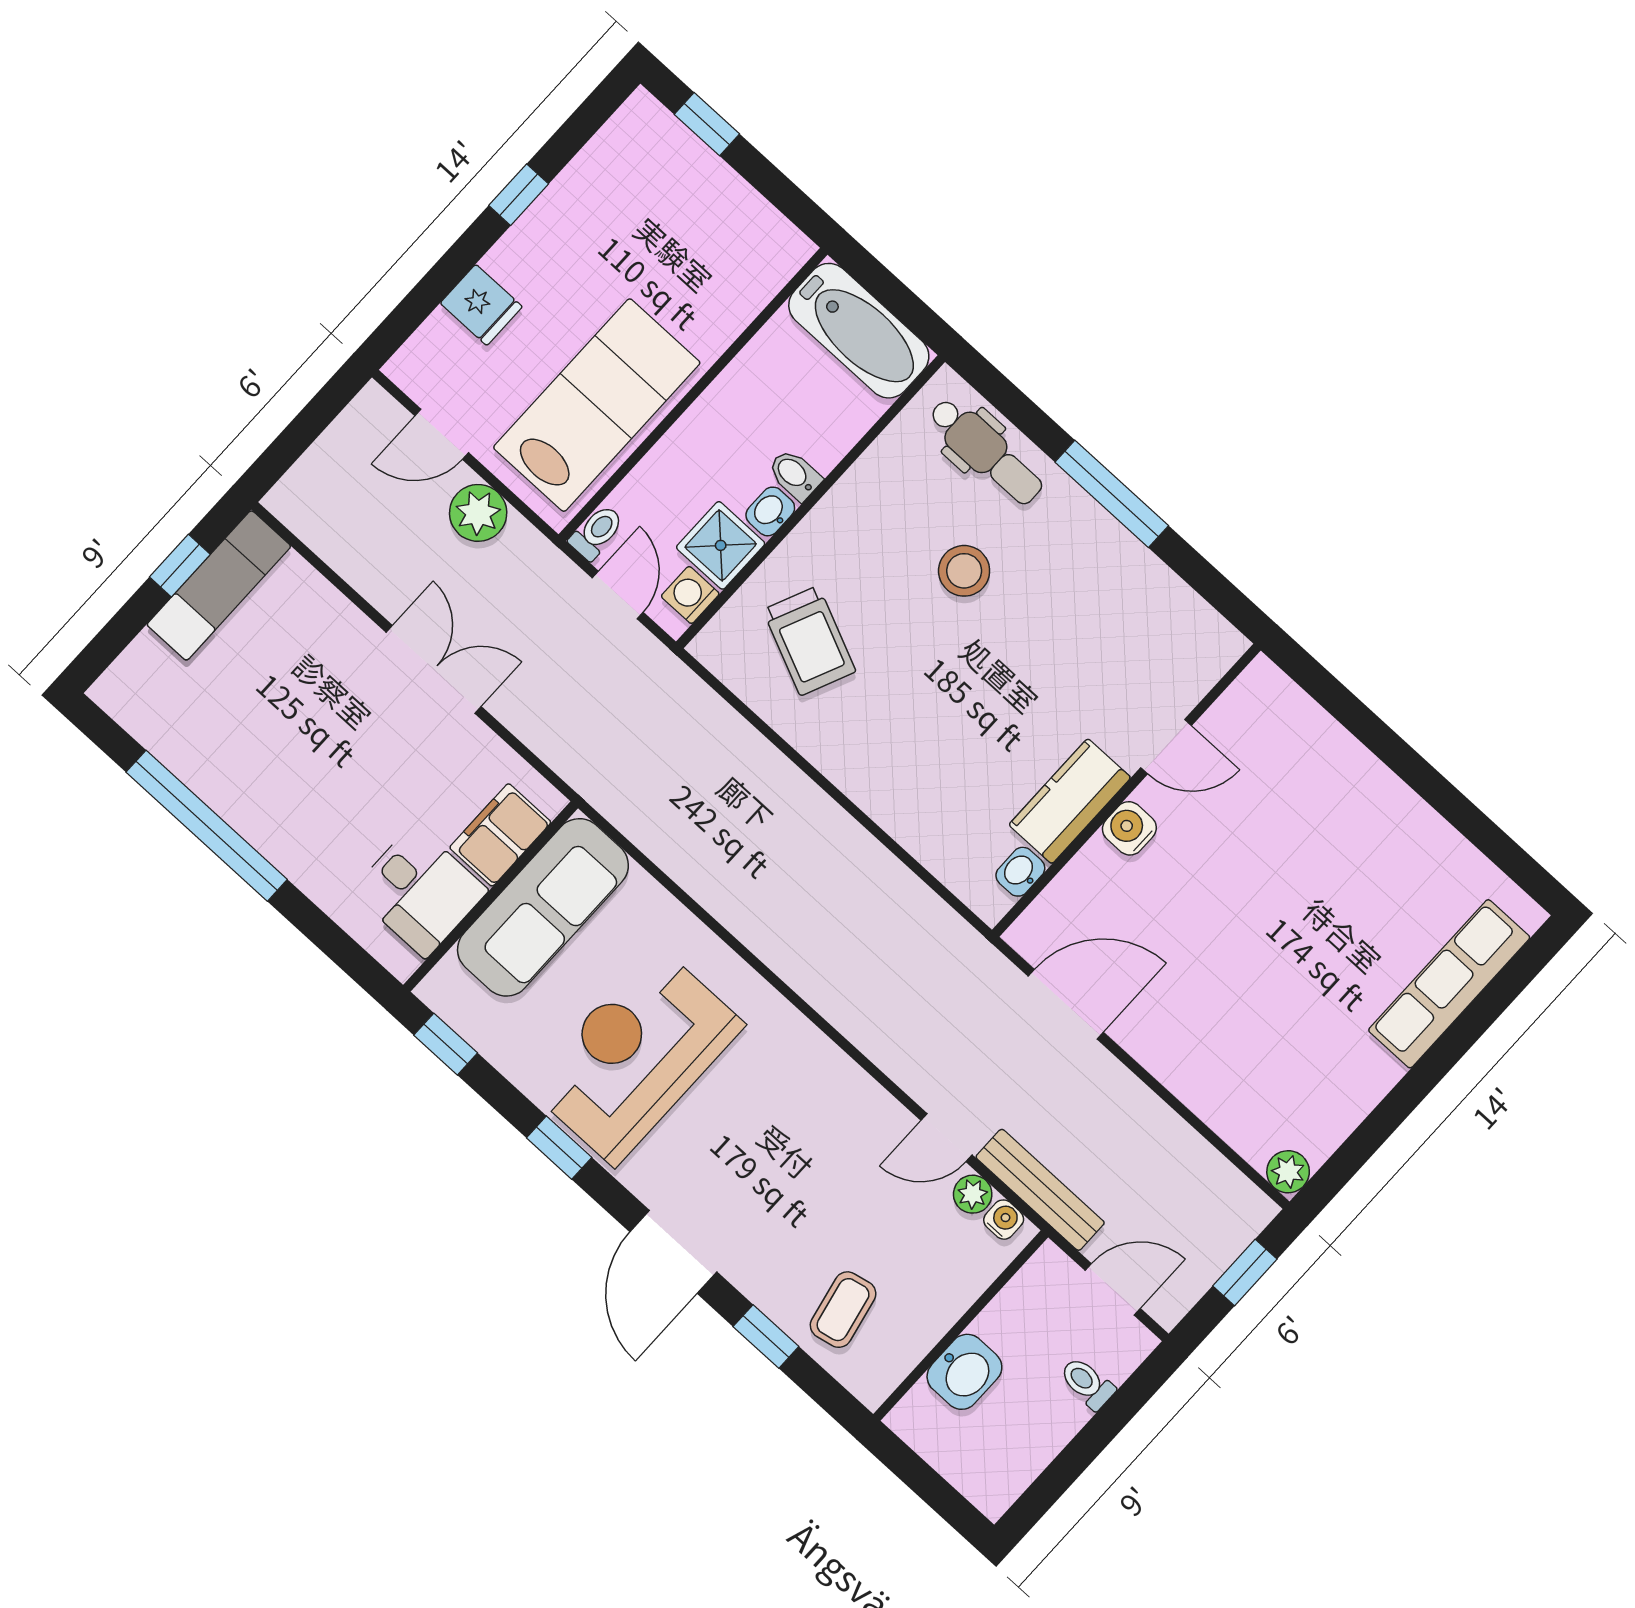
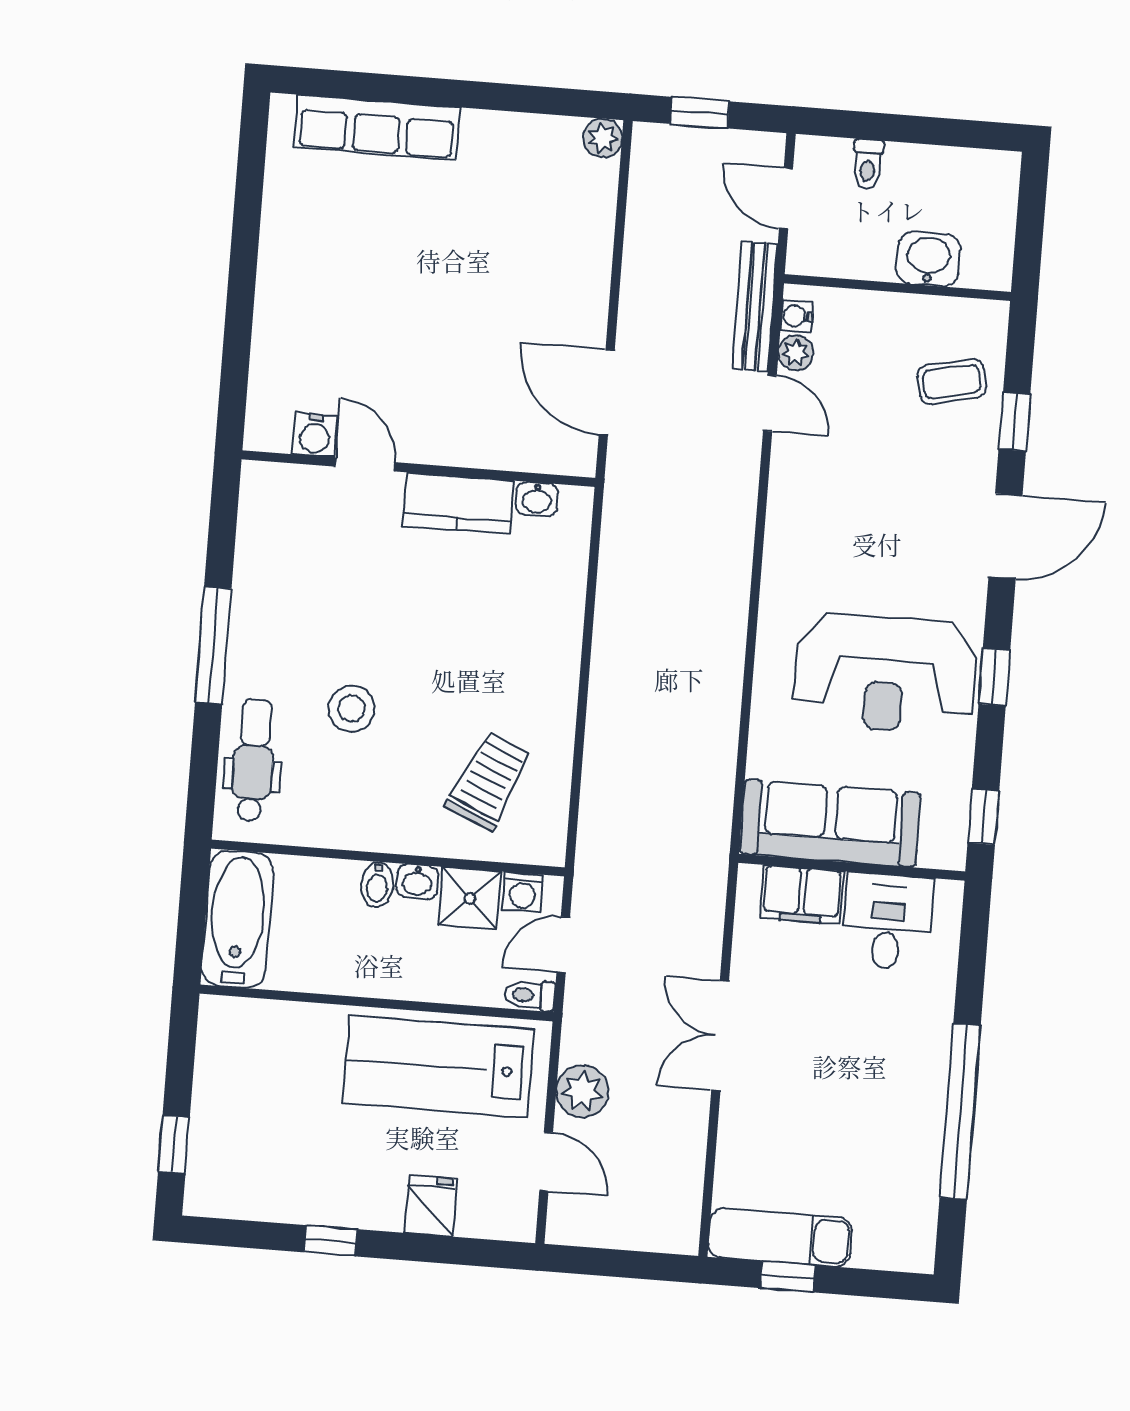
water cooler: (1129, 828) -> (315, 435), moved

